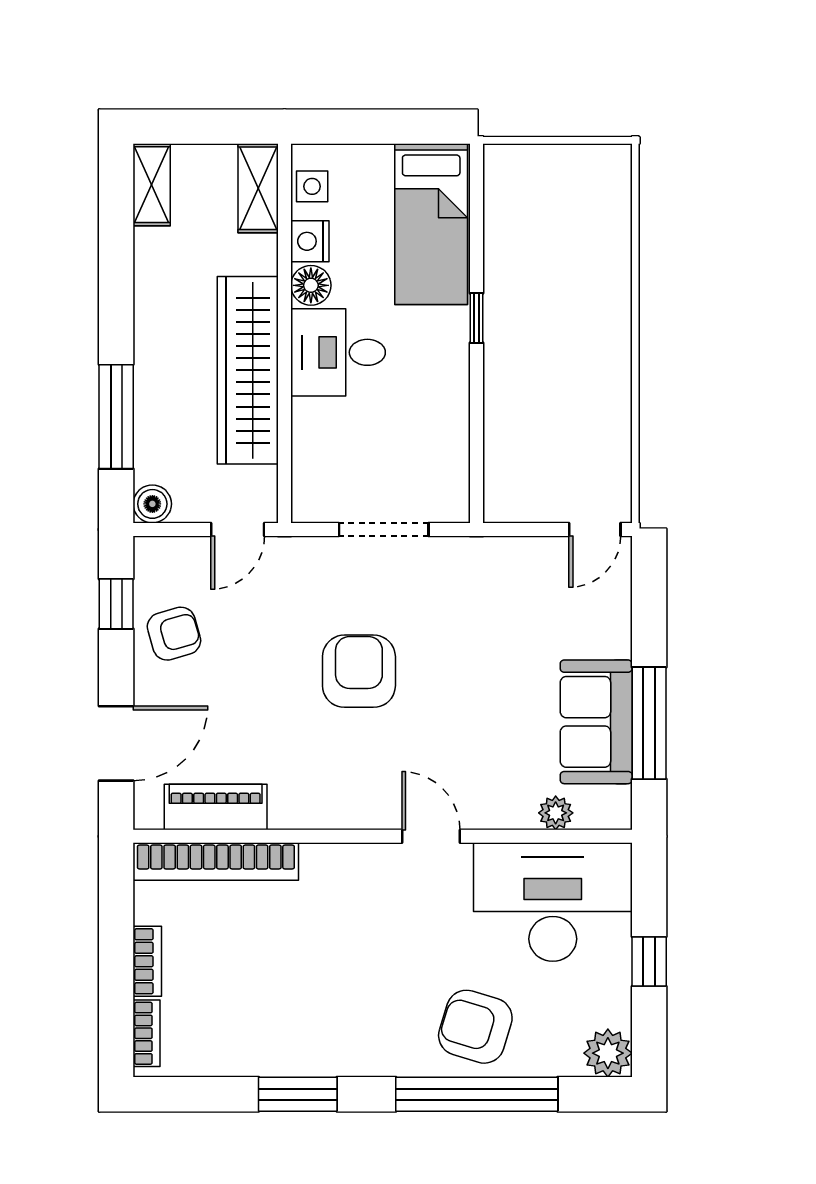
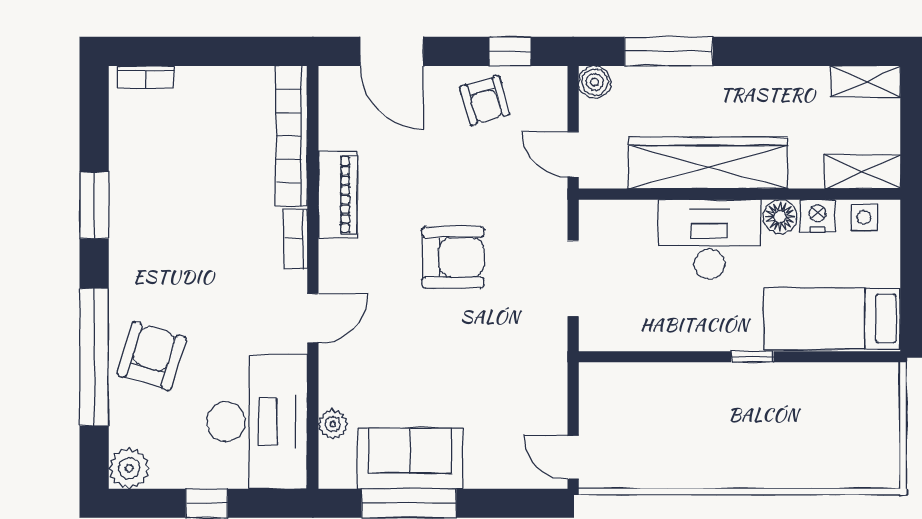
desk: (338, 352) -> (709, 240), width x1.37
piano: (216, 807) -> (338, 195), moved
bookcase: (147, 961) -> (296, 239), moved, turned 90

